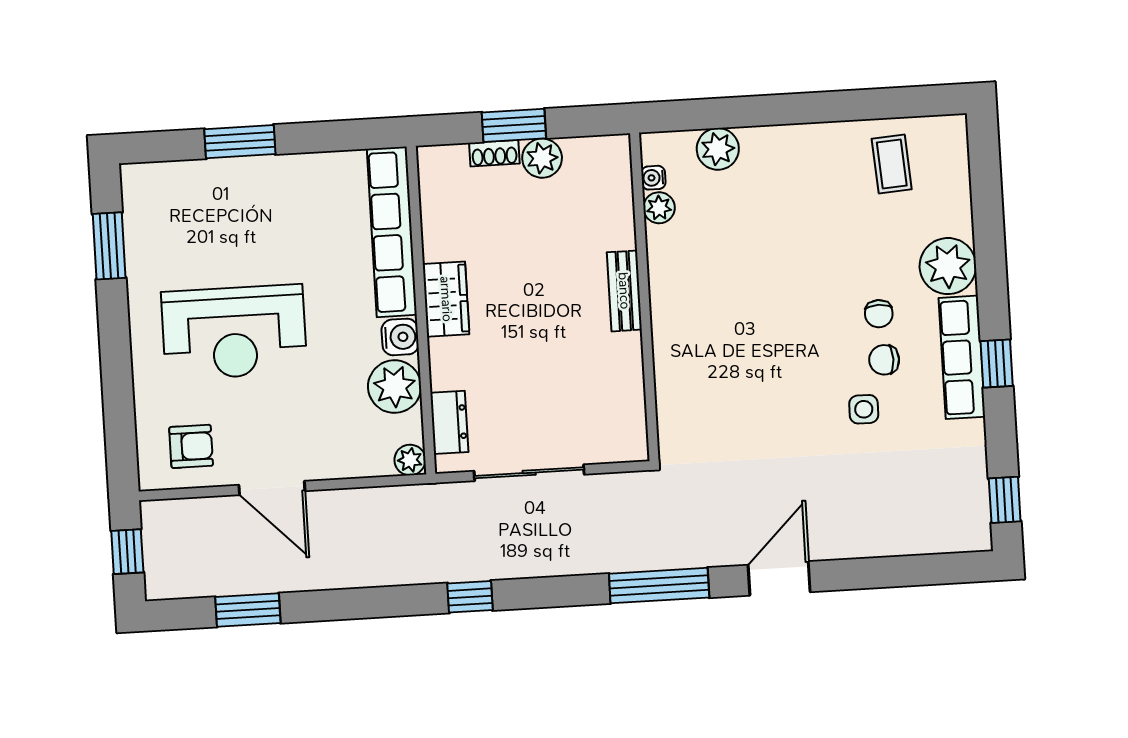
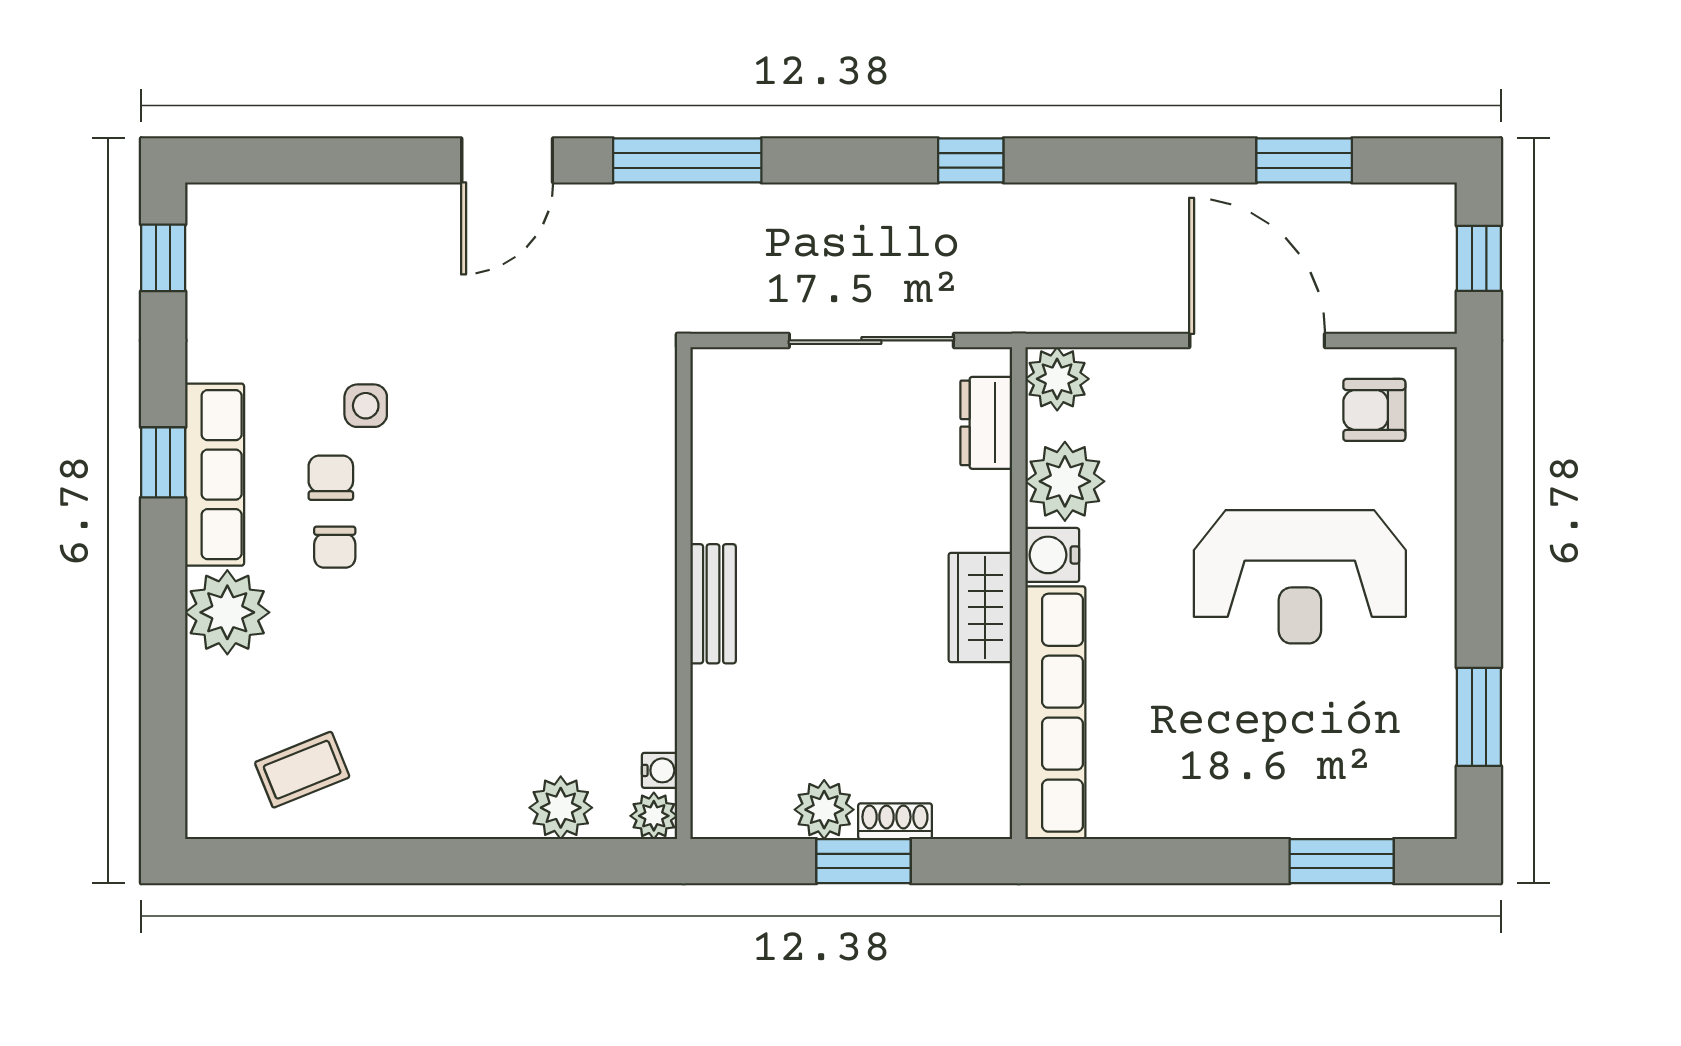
window: (240, 142) -> (1342, 861), moved
coffee table: (892, 164) -> (302, 770), turned 72
plant: (659, 208) -> (654, 816), moved
chair: (879, 314) -> (335, 547), turned 180
reception desk: (234, 332) -> (1300, 577), turned 180
chair: (884, 360) -> (331, 478), turned -90
plant: (410, 460) -> (1057, 379), width x1.38, depth x1.38
door: (272, 488) -> (1257, 340), width x1.36

